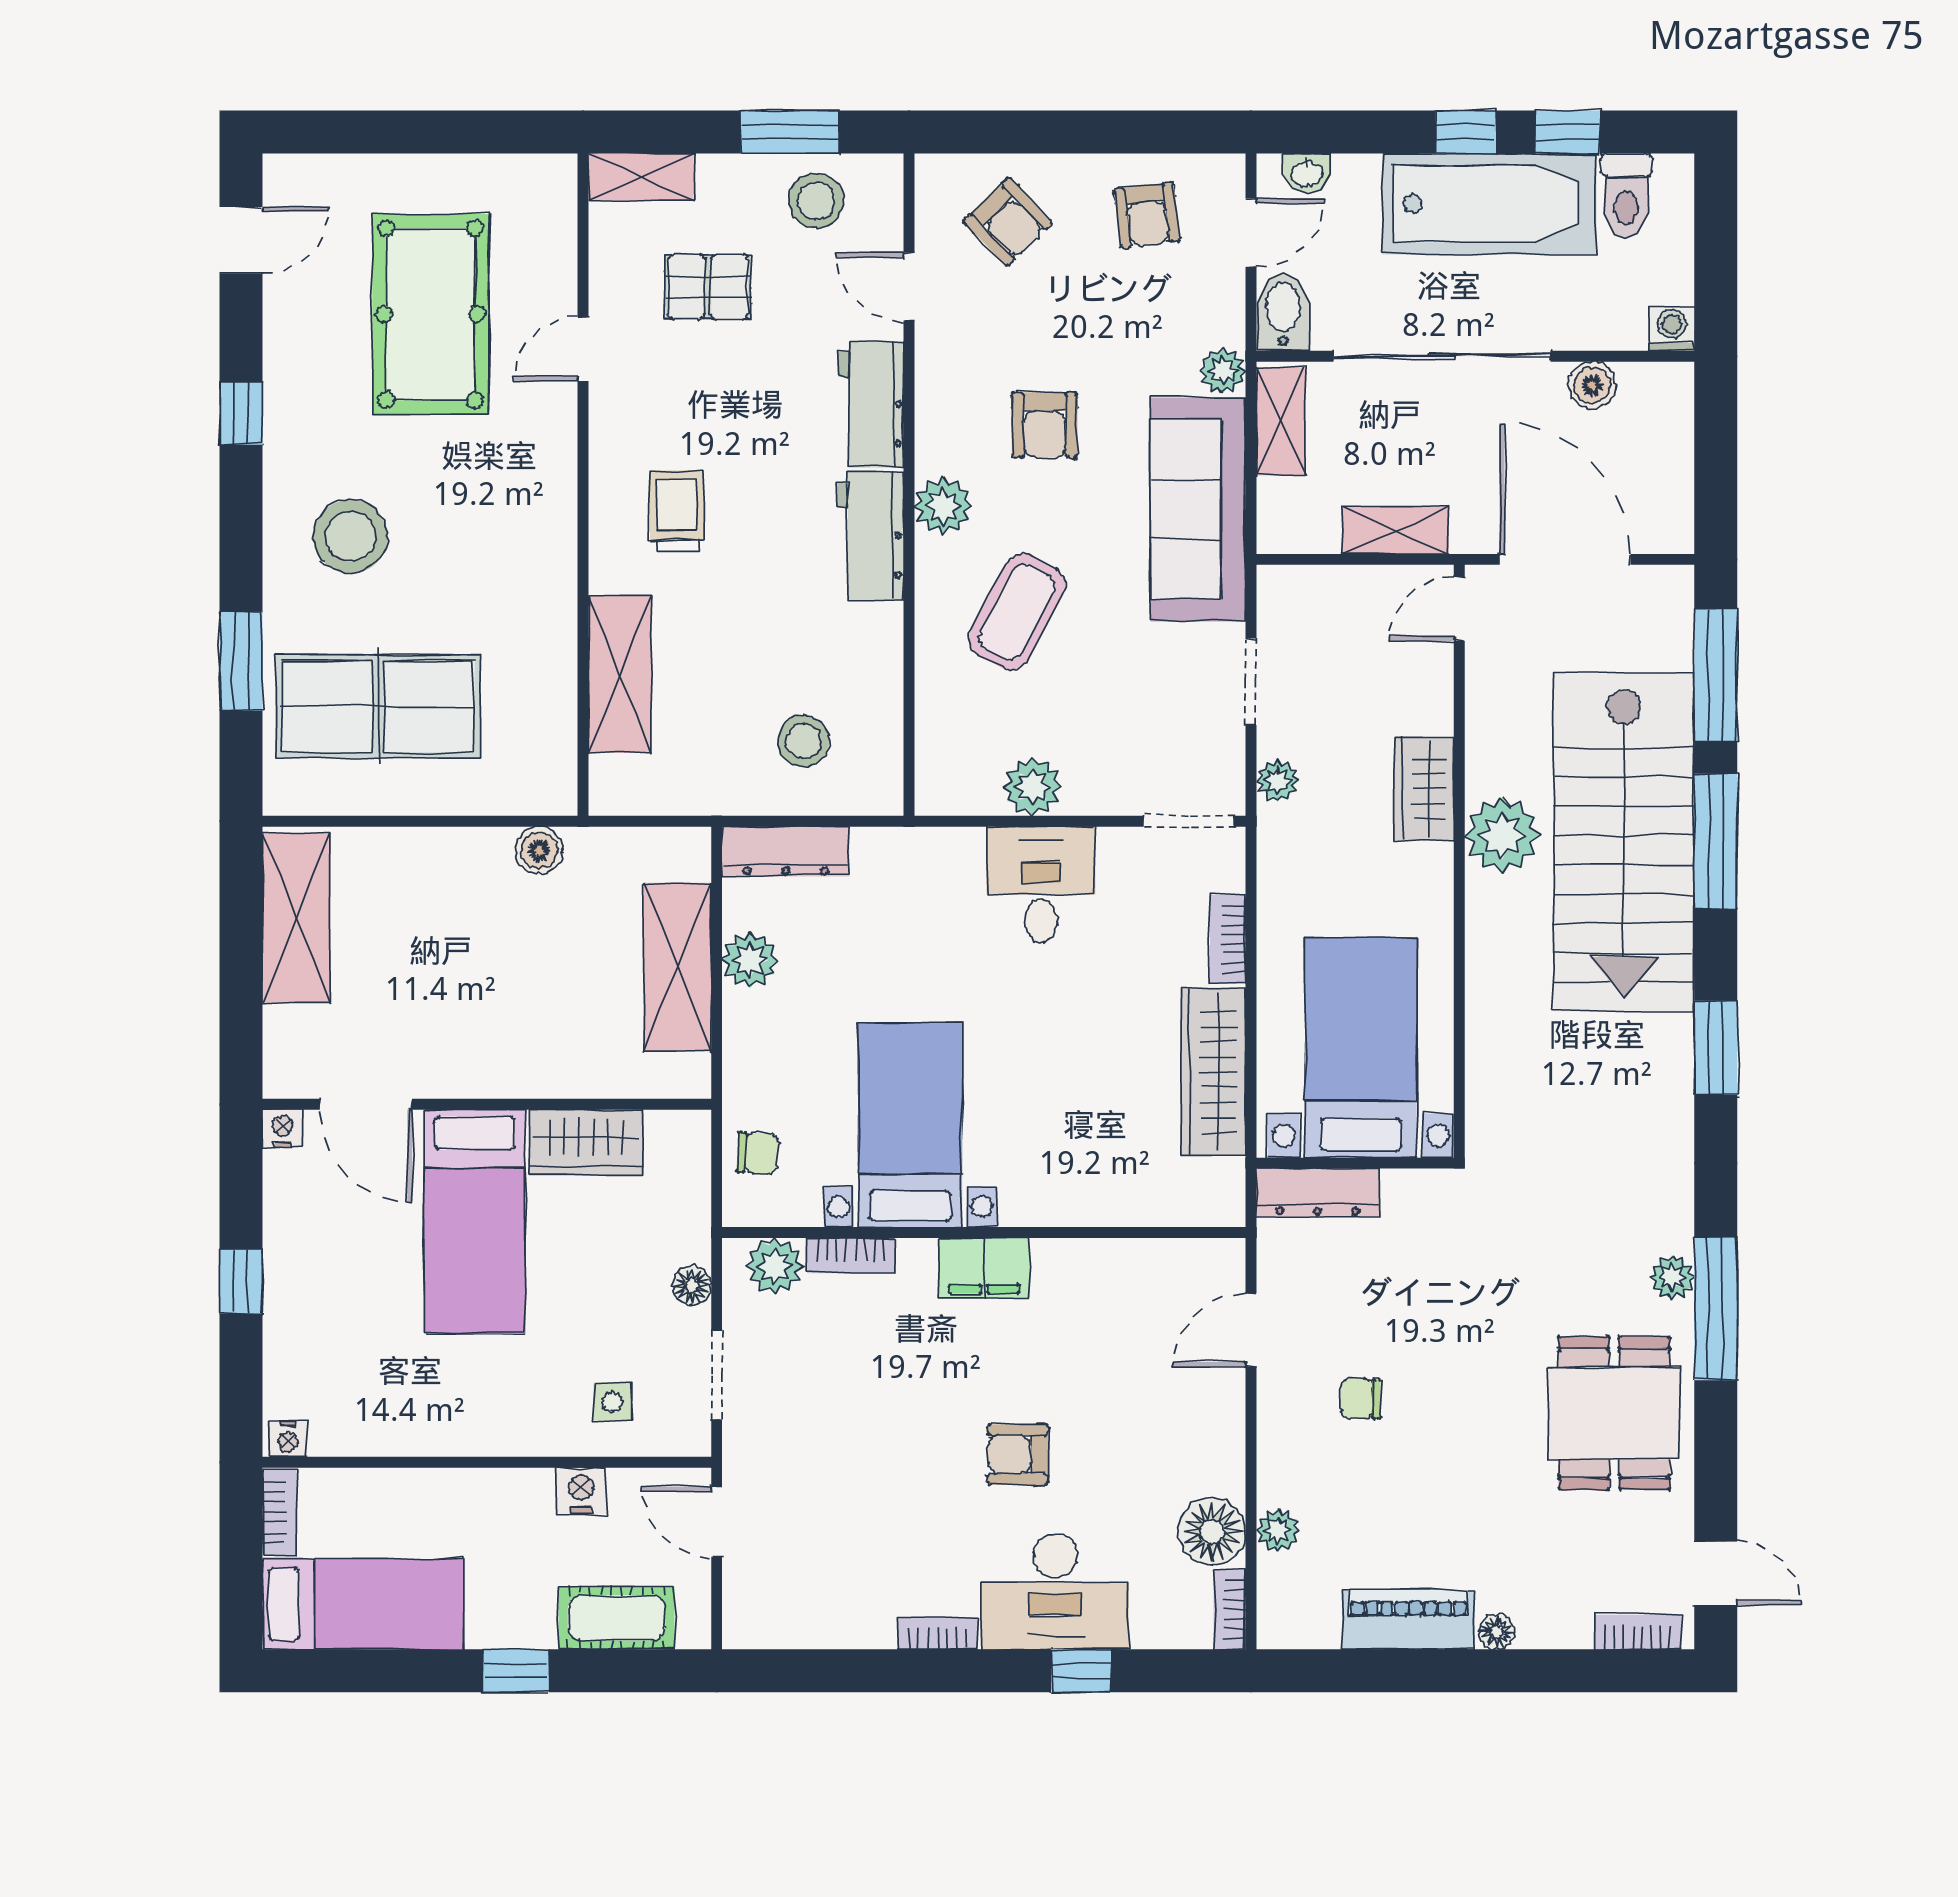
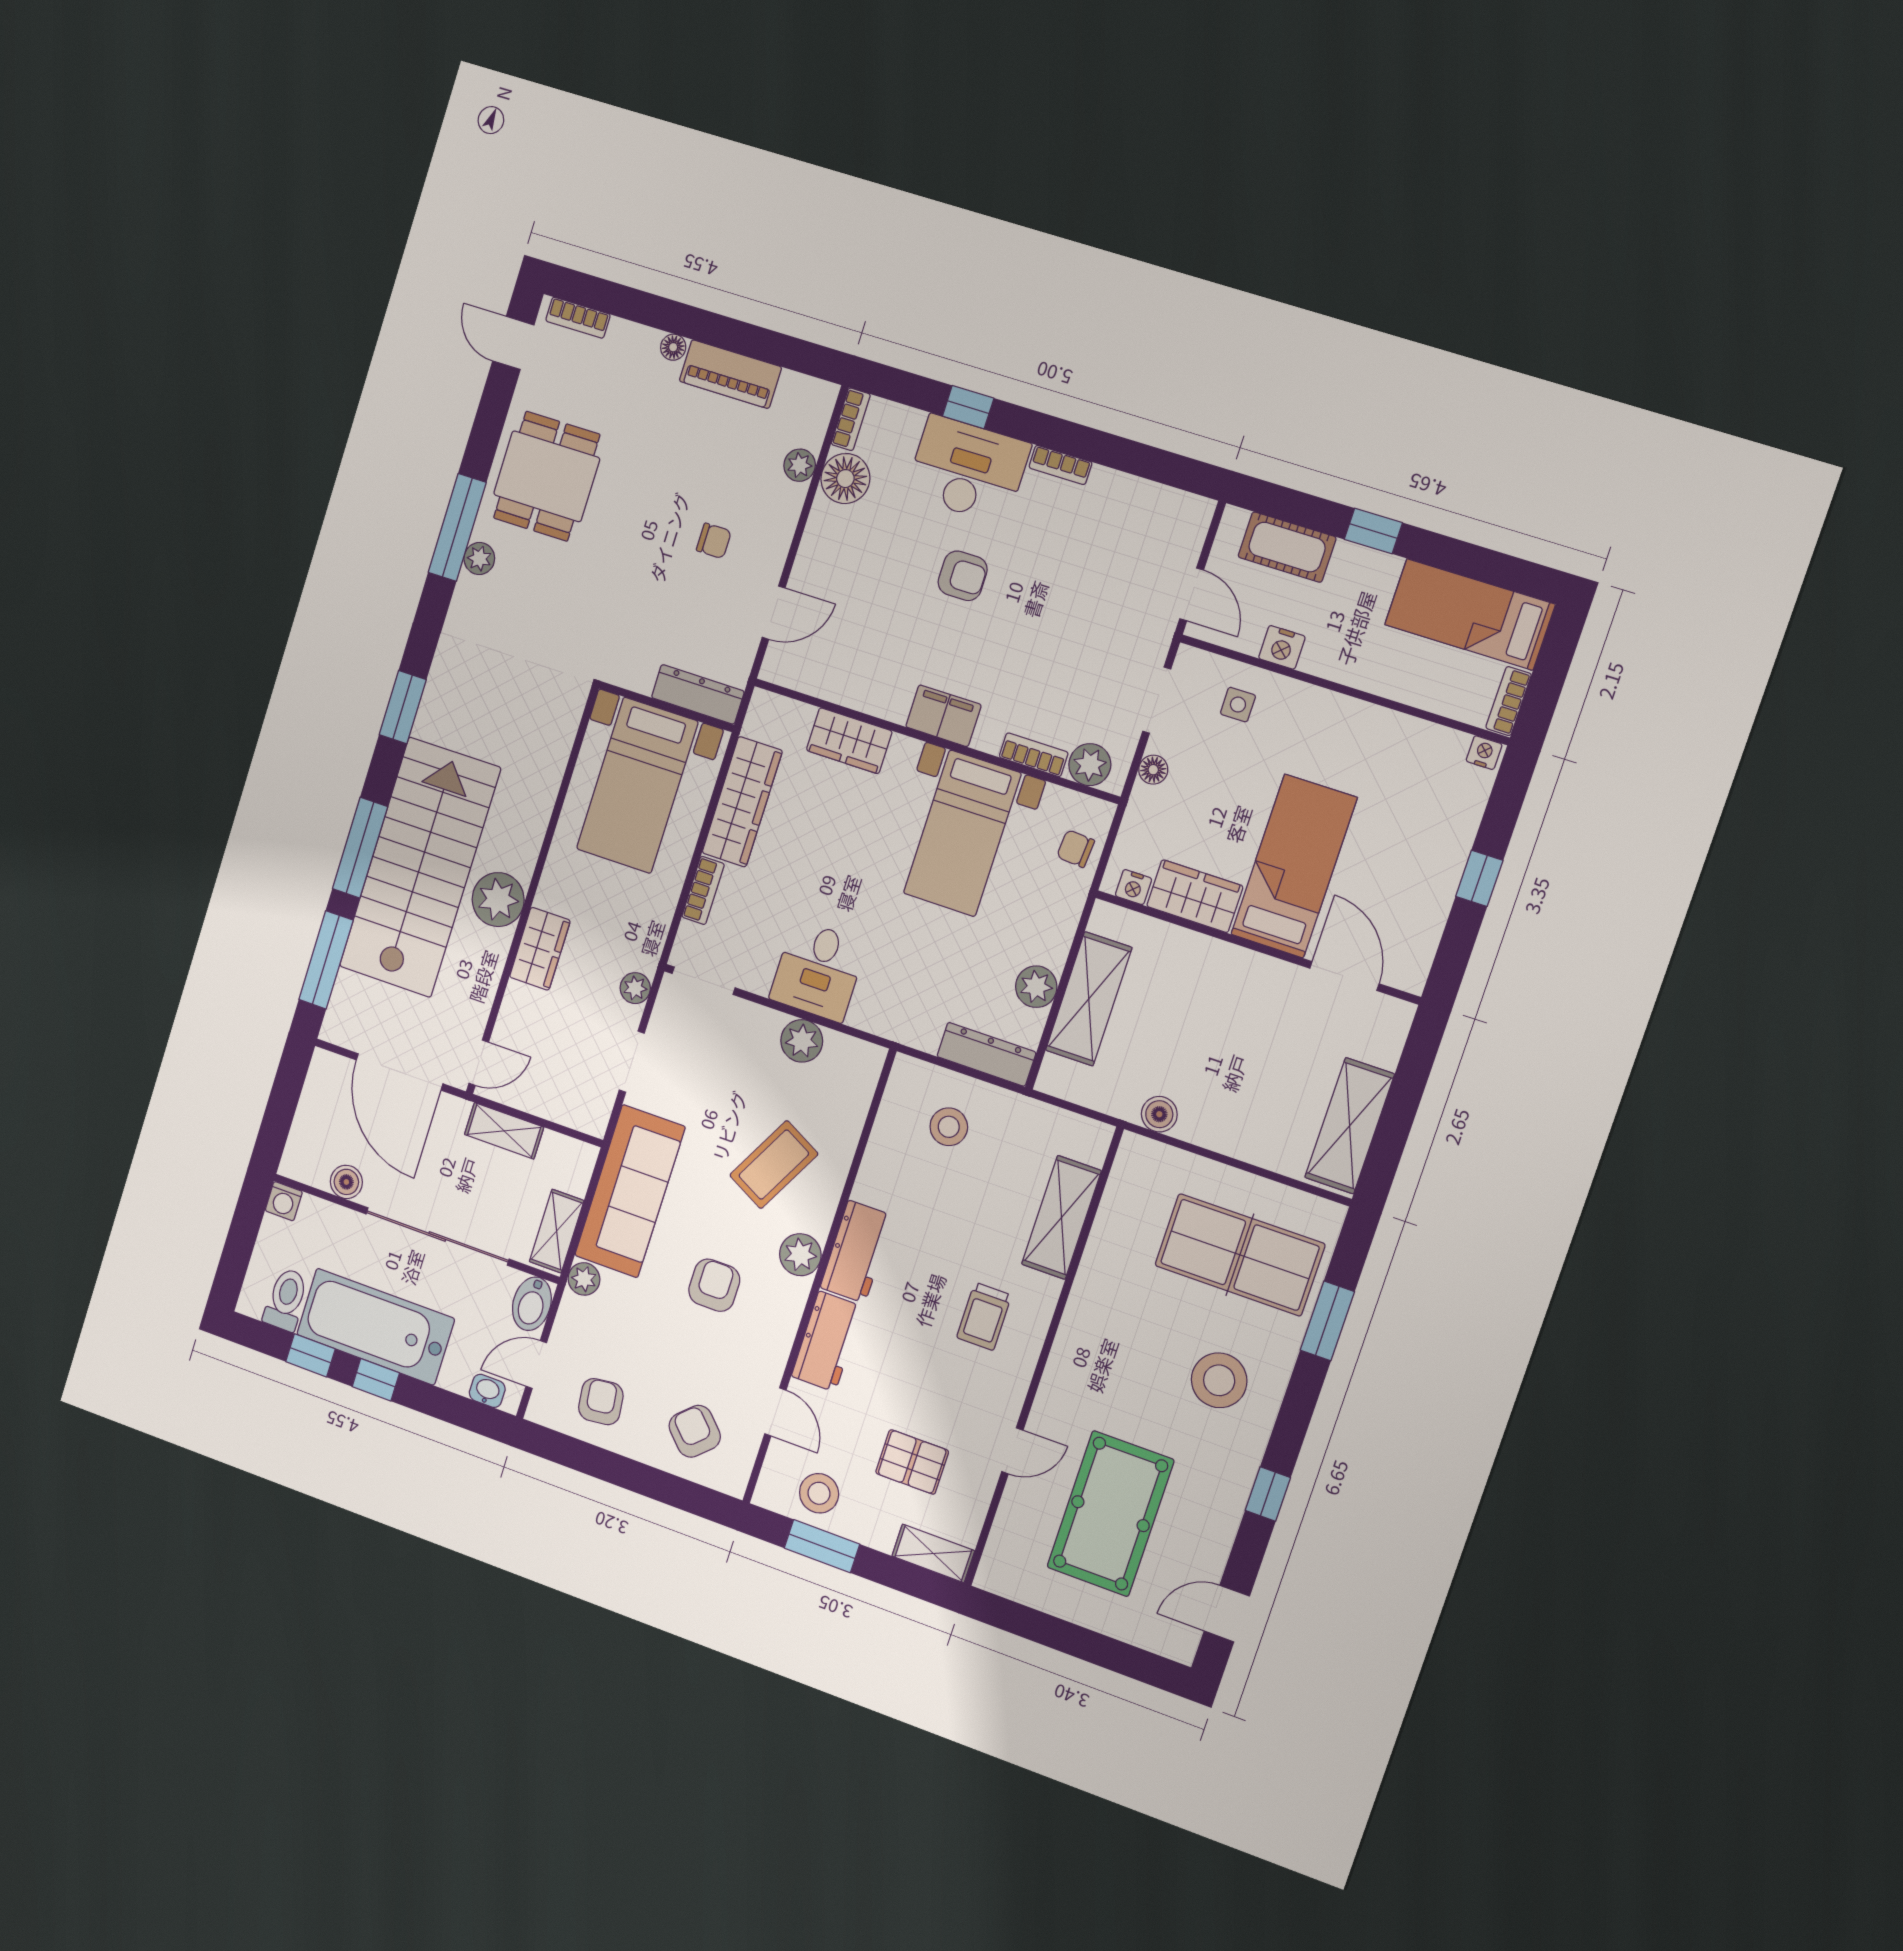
nightstand: (283, 1129) -> (1134, 887), moved
wardrobe: (1097, 1197) -> (849, 741), added

